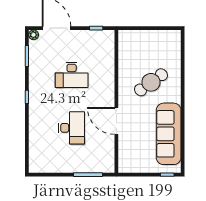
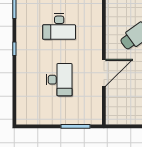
door: (116, 121) -> (104, 73), swing flipped

